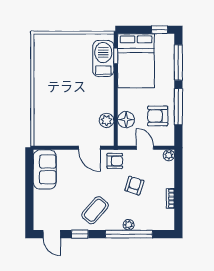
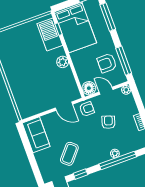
window: (178, 107) -> (124, 61), moved
plant: (107, 120) -> (63, 62), moved
floor lamp: (126, 120) -> (89, 88), moved
coffee table: (95, 210) -> (69, 154), moved

